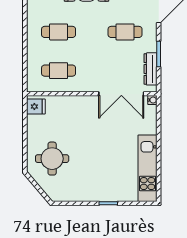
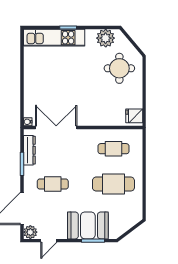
cafe table: (59, 32) -> (113, 184), width x1.37, depth x1.35
kitchen unit: (148, 168) -> (54, 38), moved, turned 90
plant: (67, 192) -> (106, 38), added

